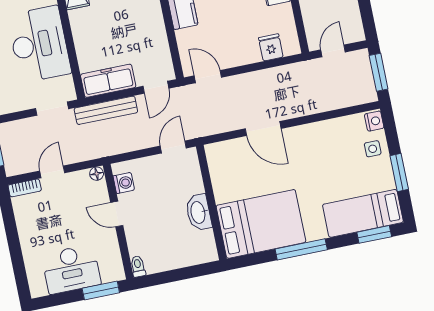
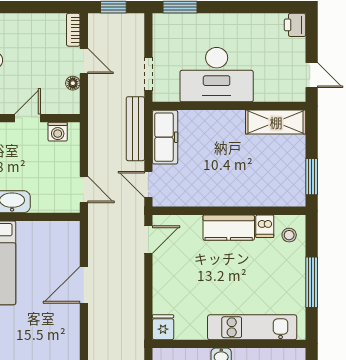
fridge: (271, 47) -> (163, 327), moved, turned -90
floor lamp: (97, 174) -> (73, 83), moved

